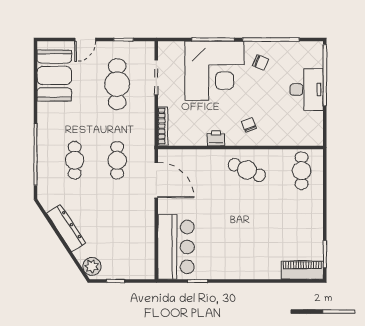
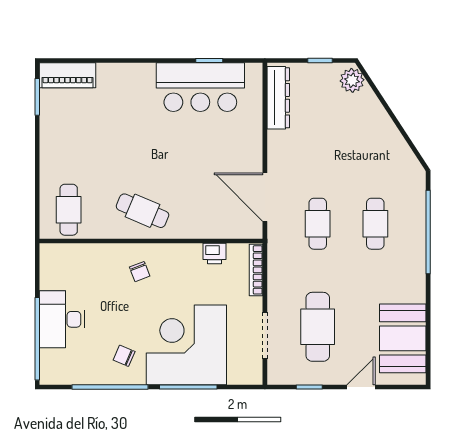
printer: (216, 138) -> (215, 253), moved
dresser: (66, 228) -> (278, 98), moved, turned -147
bar counter: (176, 247) -> (200, 87), moved, turned -90

